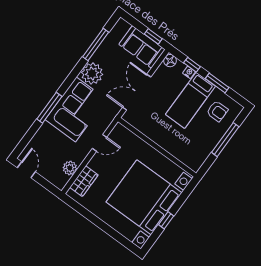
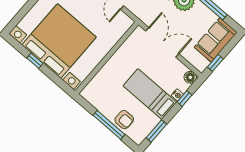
sofa: (142, 47) -> (216, 40), moved
window: (217, 83) -> (156, 131), moved
armchair: (217, 111) -> (124, 120), moved, turned -90

